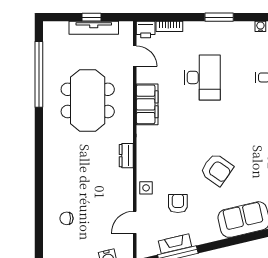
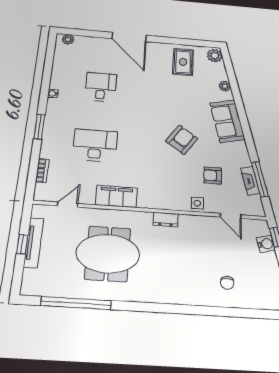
printer: (146, 29) -> (42, 193), removed

